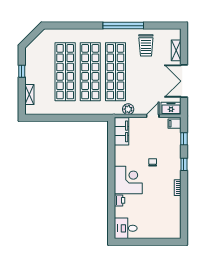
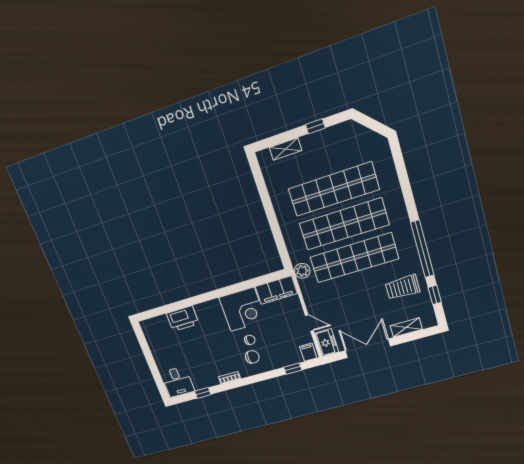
window: (158, 26) -> (435, 295), added
plant: (128, 109) -> (302, 271), moved
window: (184, 164) -> (203, 393), moved
chair: (166, 165) -> (252, 357), added
corner desk: (128, 180) -> (242, 309), moved
printer: (120, 200) -> (183, 319), width x1.87, depth x1.48
desk: (126, 228) -> (178, 382), moved, turned 180

